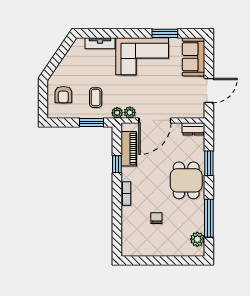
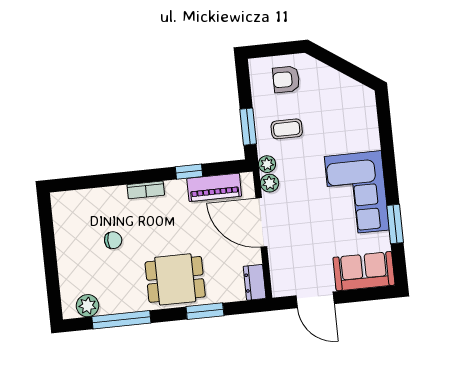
tv unit: (100, 43) -> (370, 127), removed

